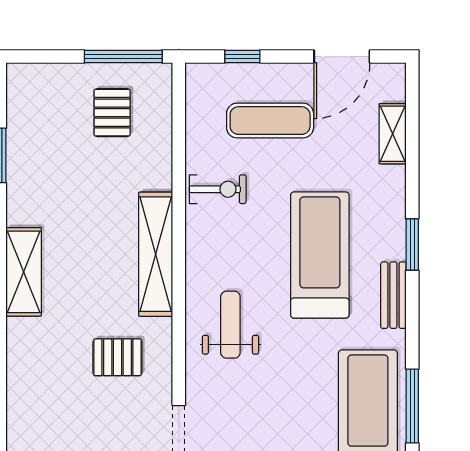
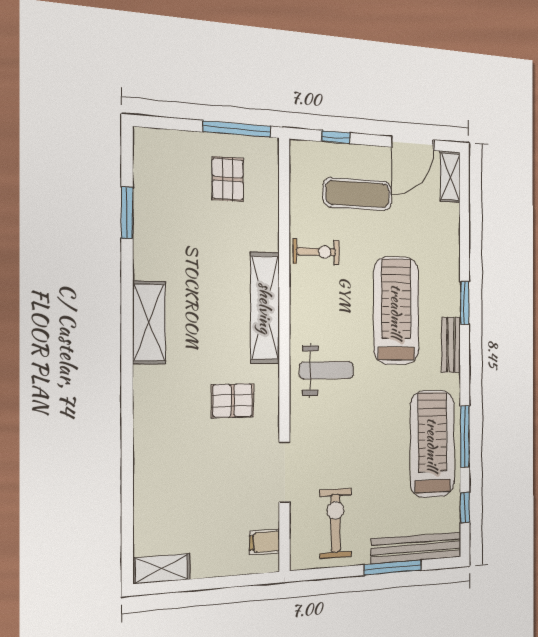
shelving: (393, 134) -> (450, 177), moved
weight bench: (230, 325) -> (326, 370), turned 90

